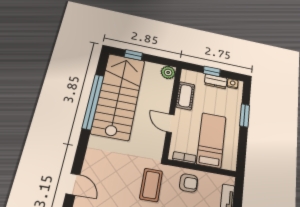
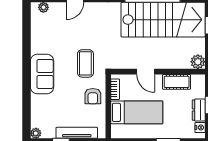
door: (170, 123) -> (146, 72), swing flipped
coffee table: (151, 185) -> (85, 63), turned 90

